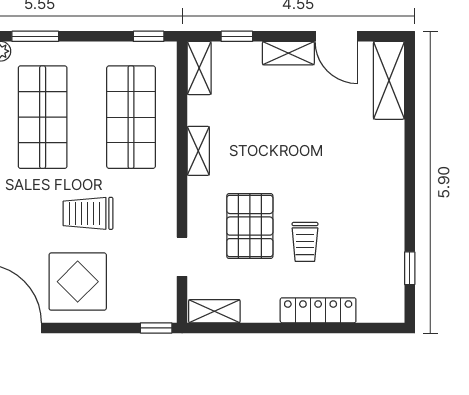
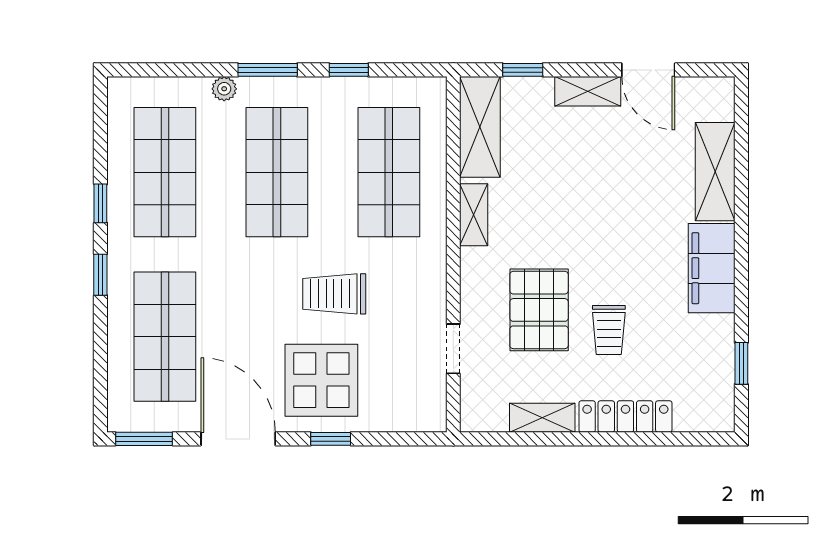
window: (149, 36) -> (349, 70), moved
shelving: (199, 68) -> (480, 127), width x1.50, depth x1.33
shelving: (389, 80) -> (715, 172), moved
filing cabinet: (386, 193) -> (712, 268), added
shelving: (214, 311) -> (542, 418), moved
window: (156, 328) -> (331, 439), moved

